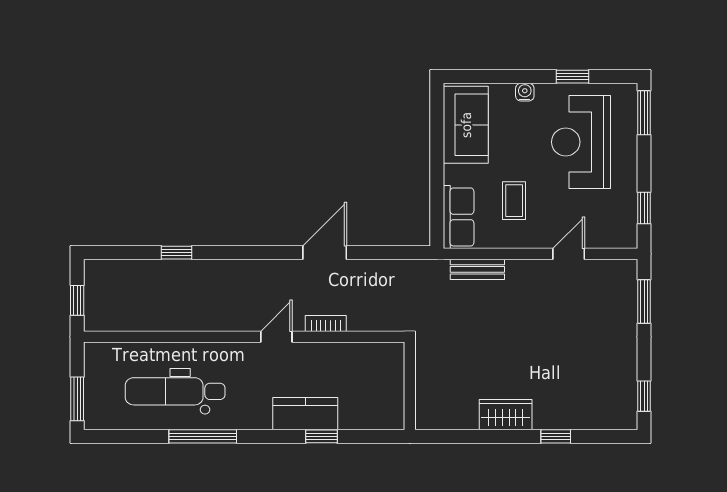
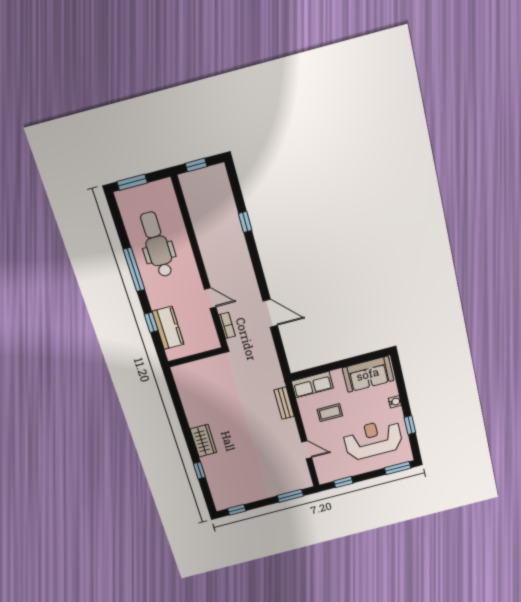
wall: (410, 386) -> (196, 357), moved
window: (321, 436) -> (151, 322), moved

